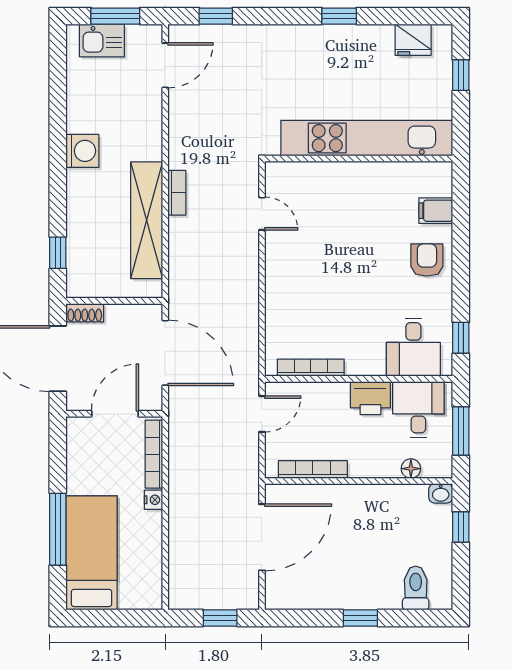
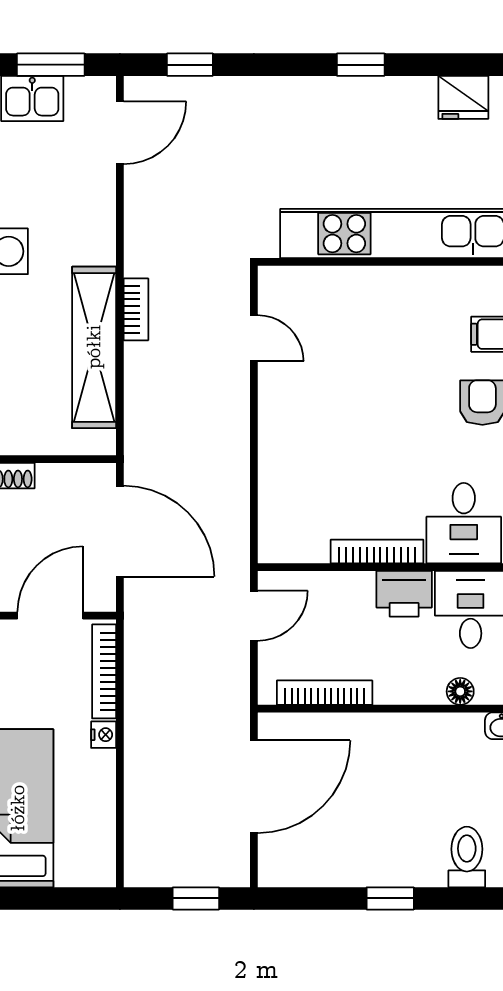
bookcase: (311, 368) -> (377, 552), moved

